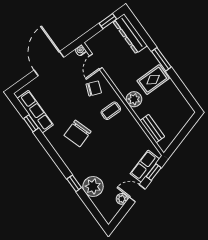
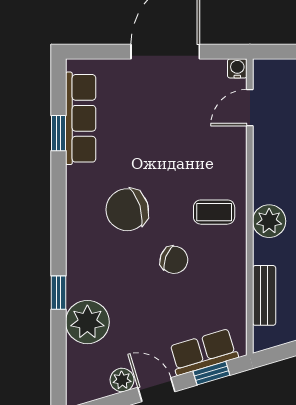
chair: (94, 88) -> (174, 260), moved

